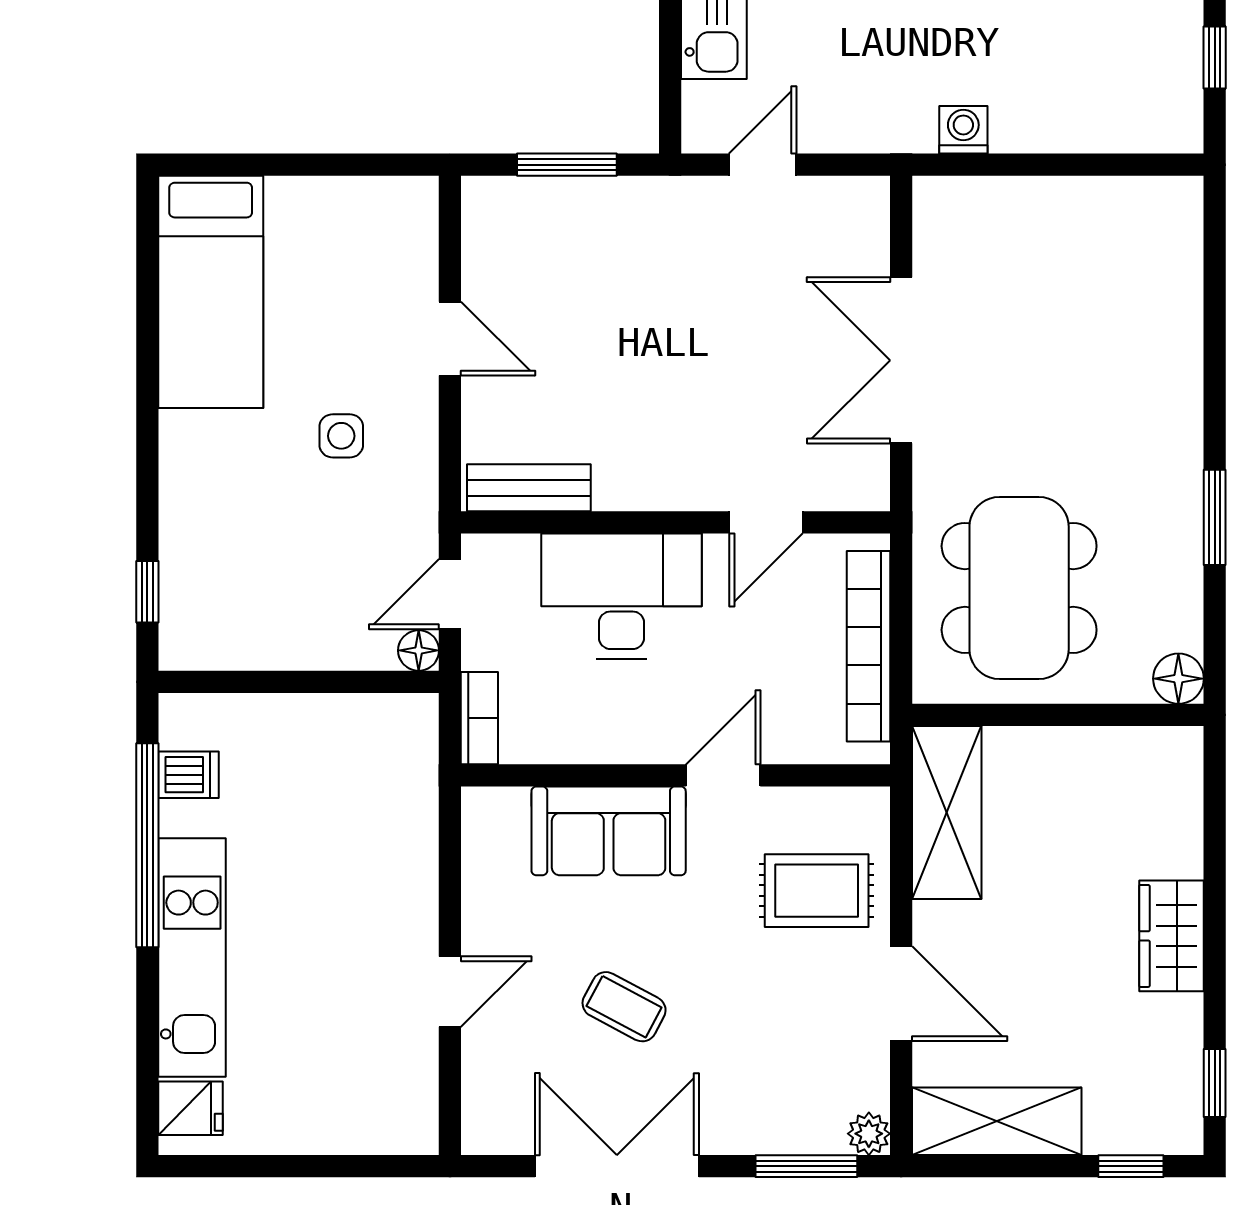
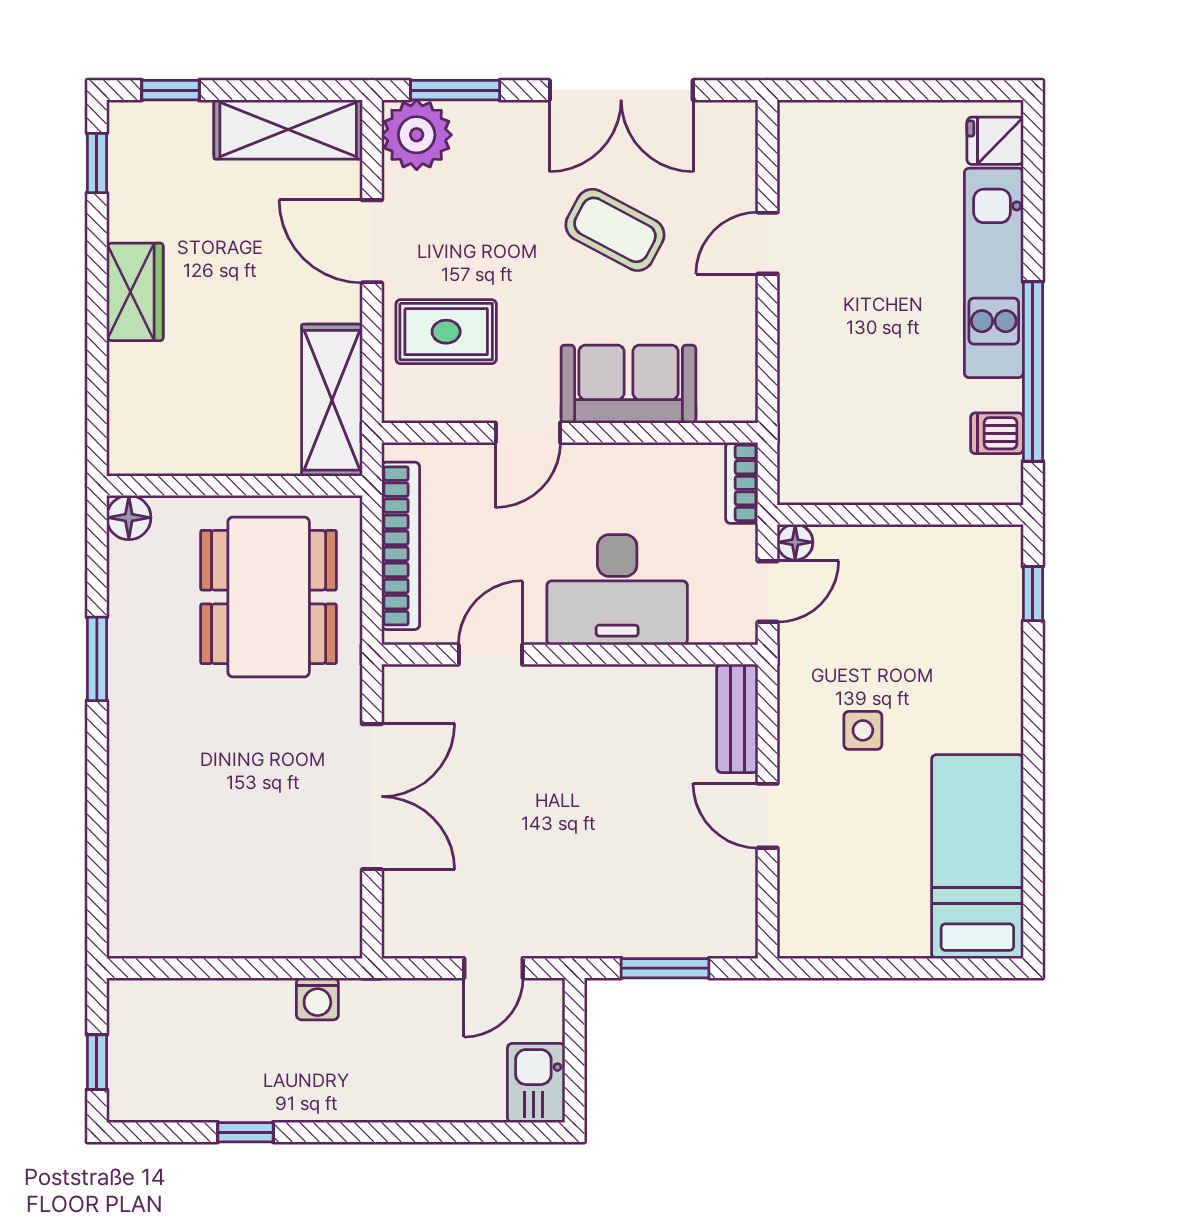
bench: (529, 488) -> (737, 718), moved, turned 90
coffee table: (624, 1007) -> (615, 230), width x1.36, depth x1.30
plant: (869, 1134) -> (417, 135), width x1.87, depth x1.87

